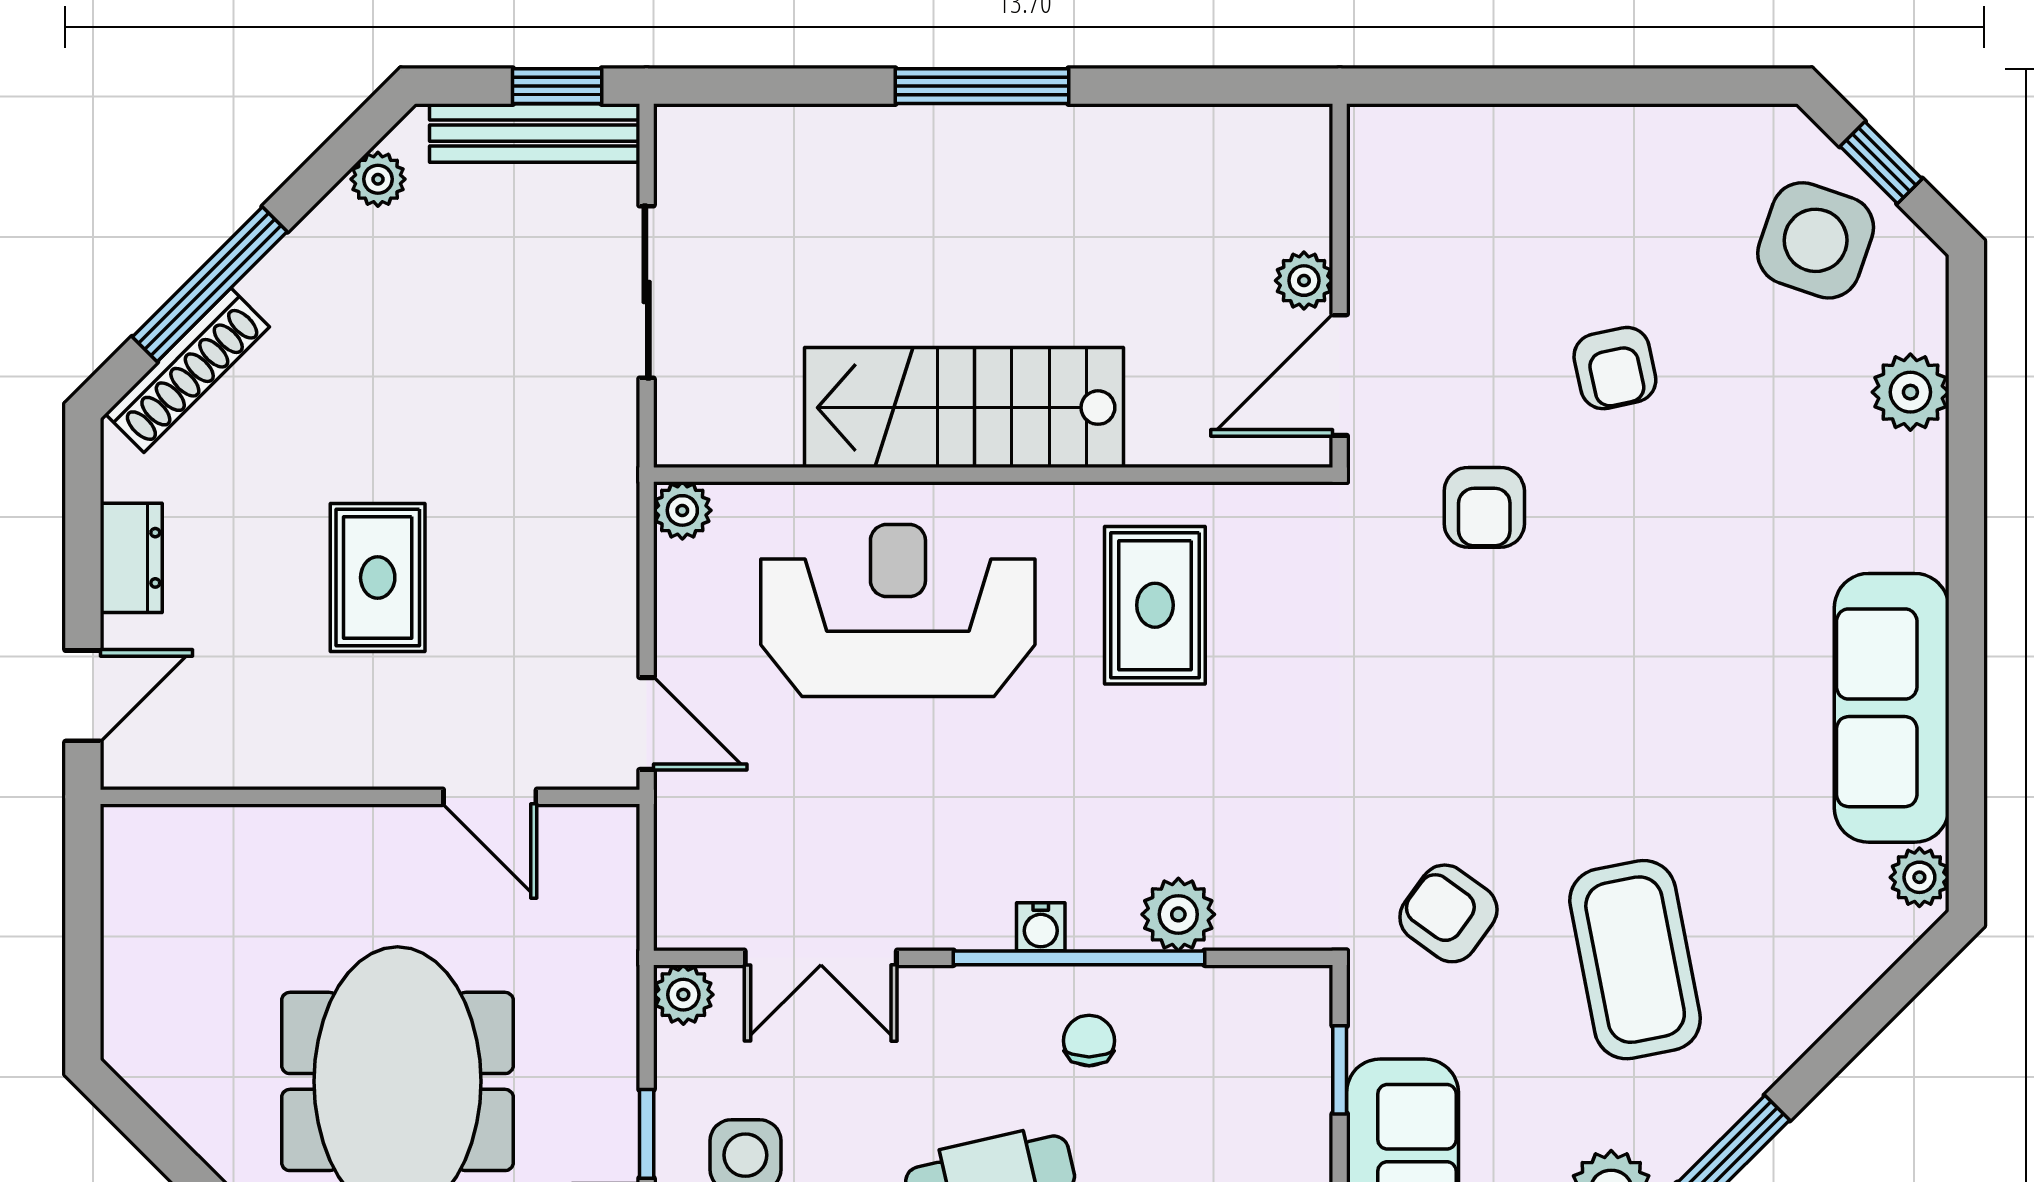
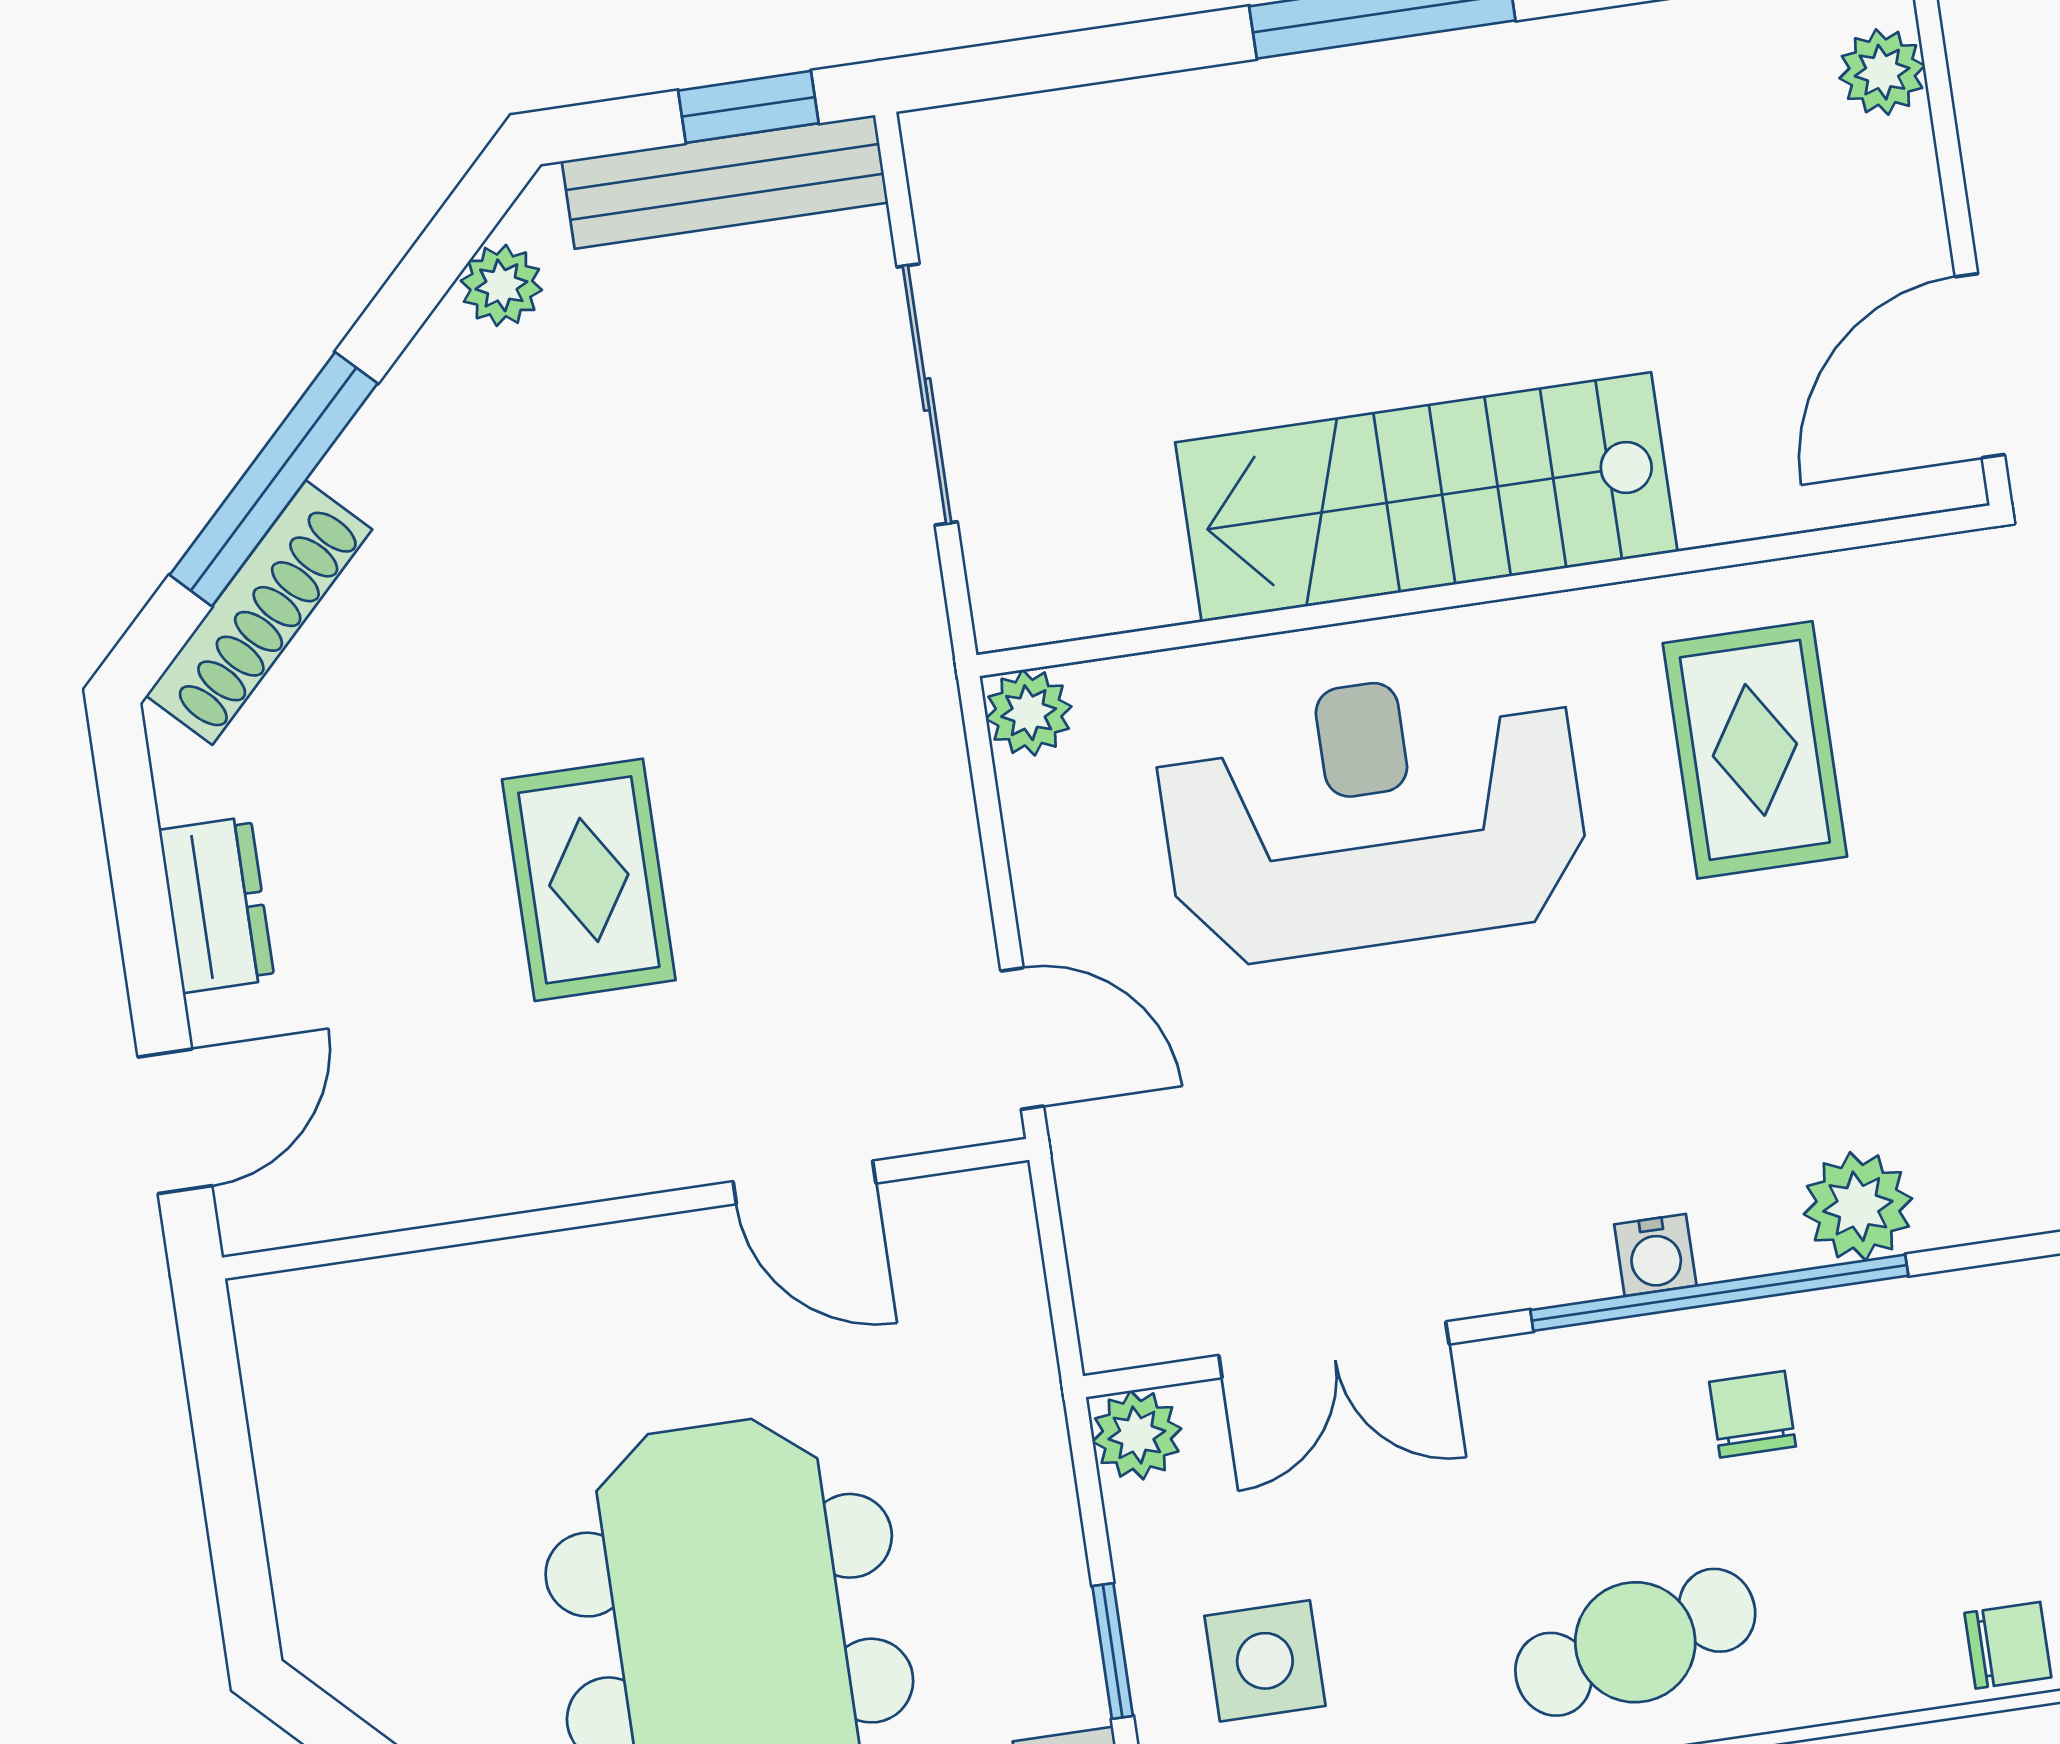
plant: (1304, 281) -> (1882, 72), moved

